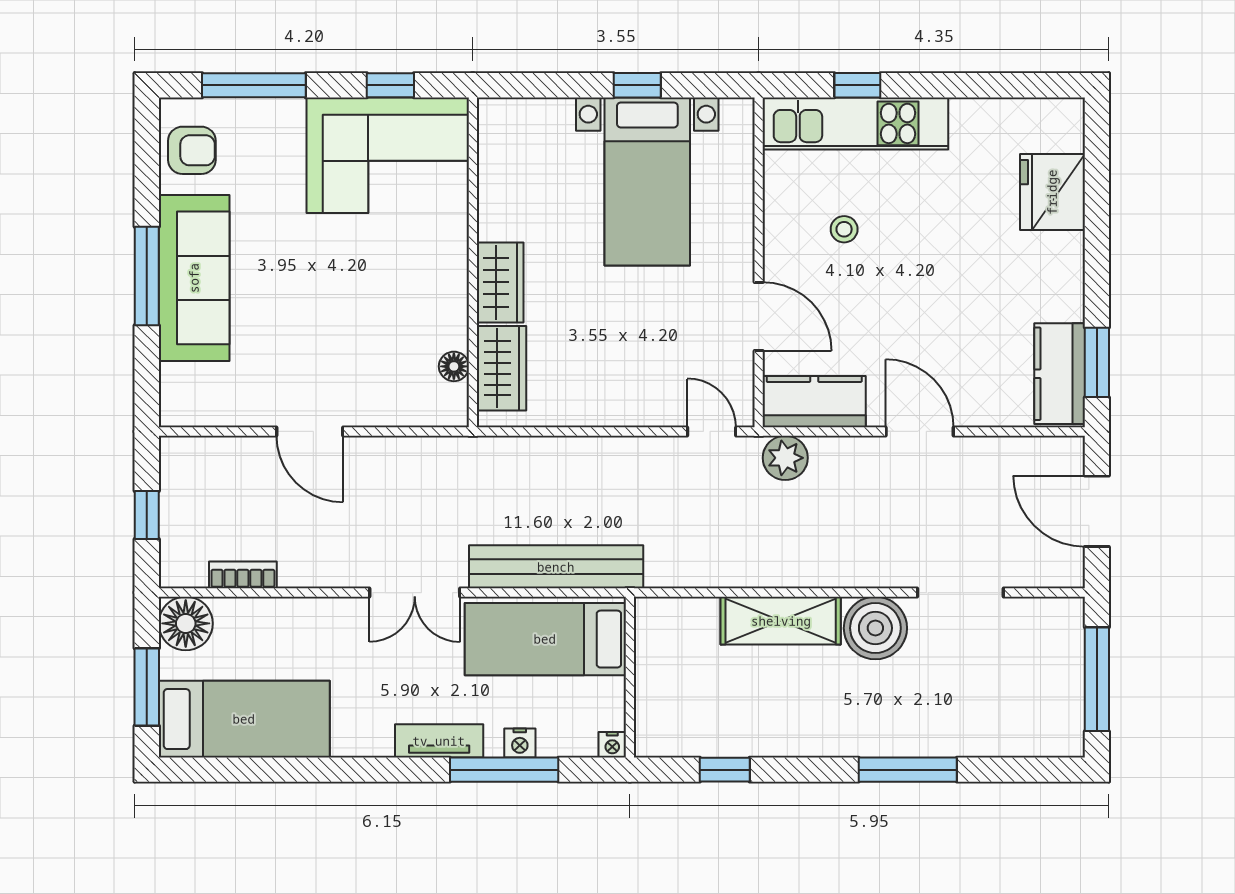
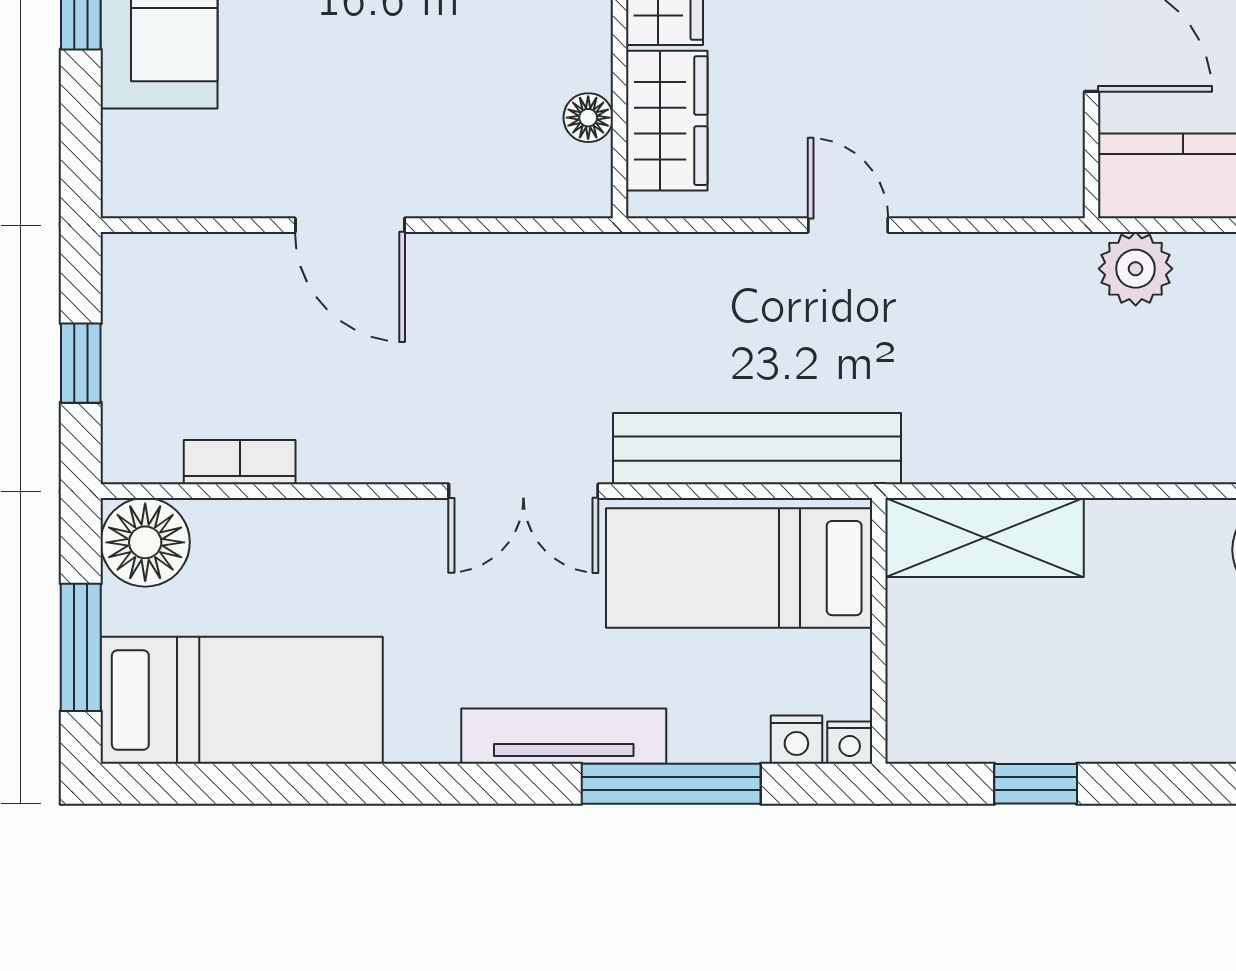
door: (712, 431) -> (848, 225), moved
shelving: (781, 621) -> (985, 537), moved
tv unit: (439, 741) -> (564, 736), width x1.41
nightstand: (520, 743) -> (796, 740), moved

